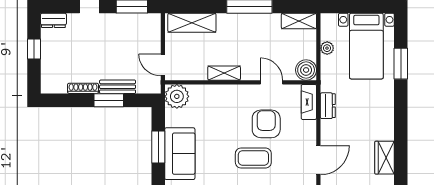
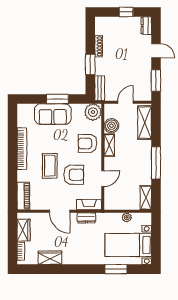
door: (163, 65) -> (126, 102), moved
boiler: (306, 70) -> (111, 126), moved
bench: (118, 87) -> (100, 88), moved
armchair: (222, 104) -> (88, 144), added
door: (318, 160) -> (60, 211), moved

